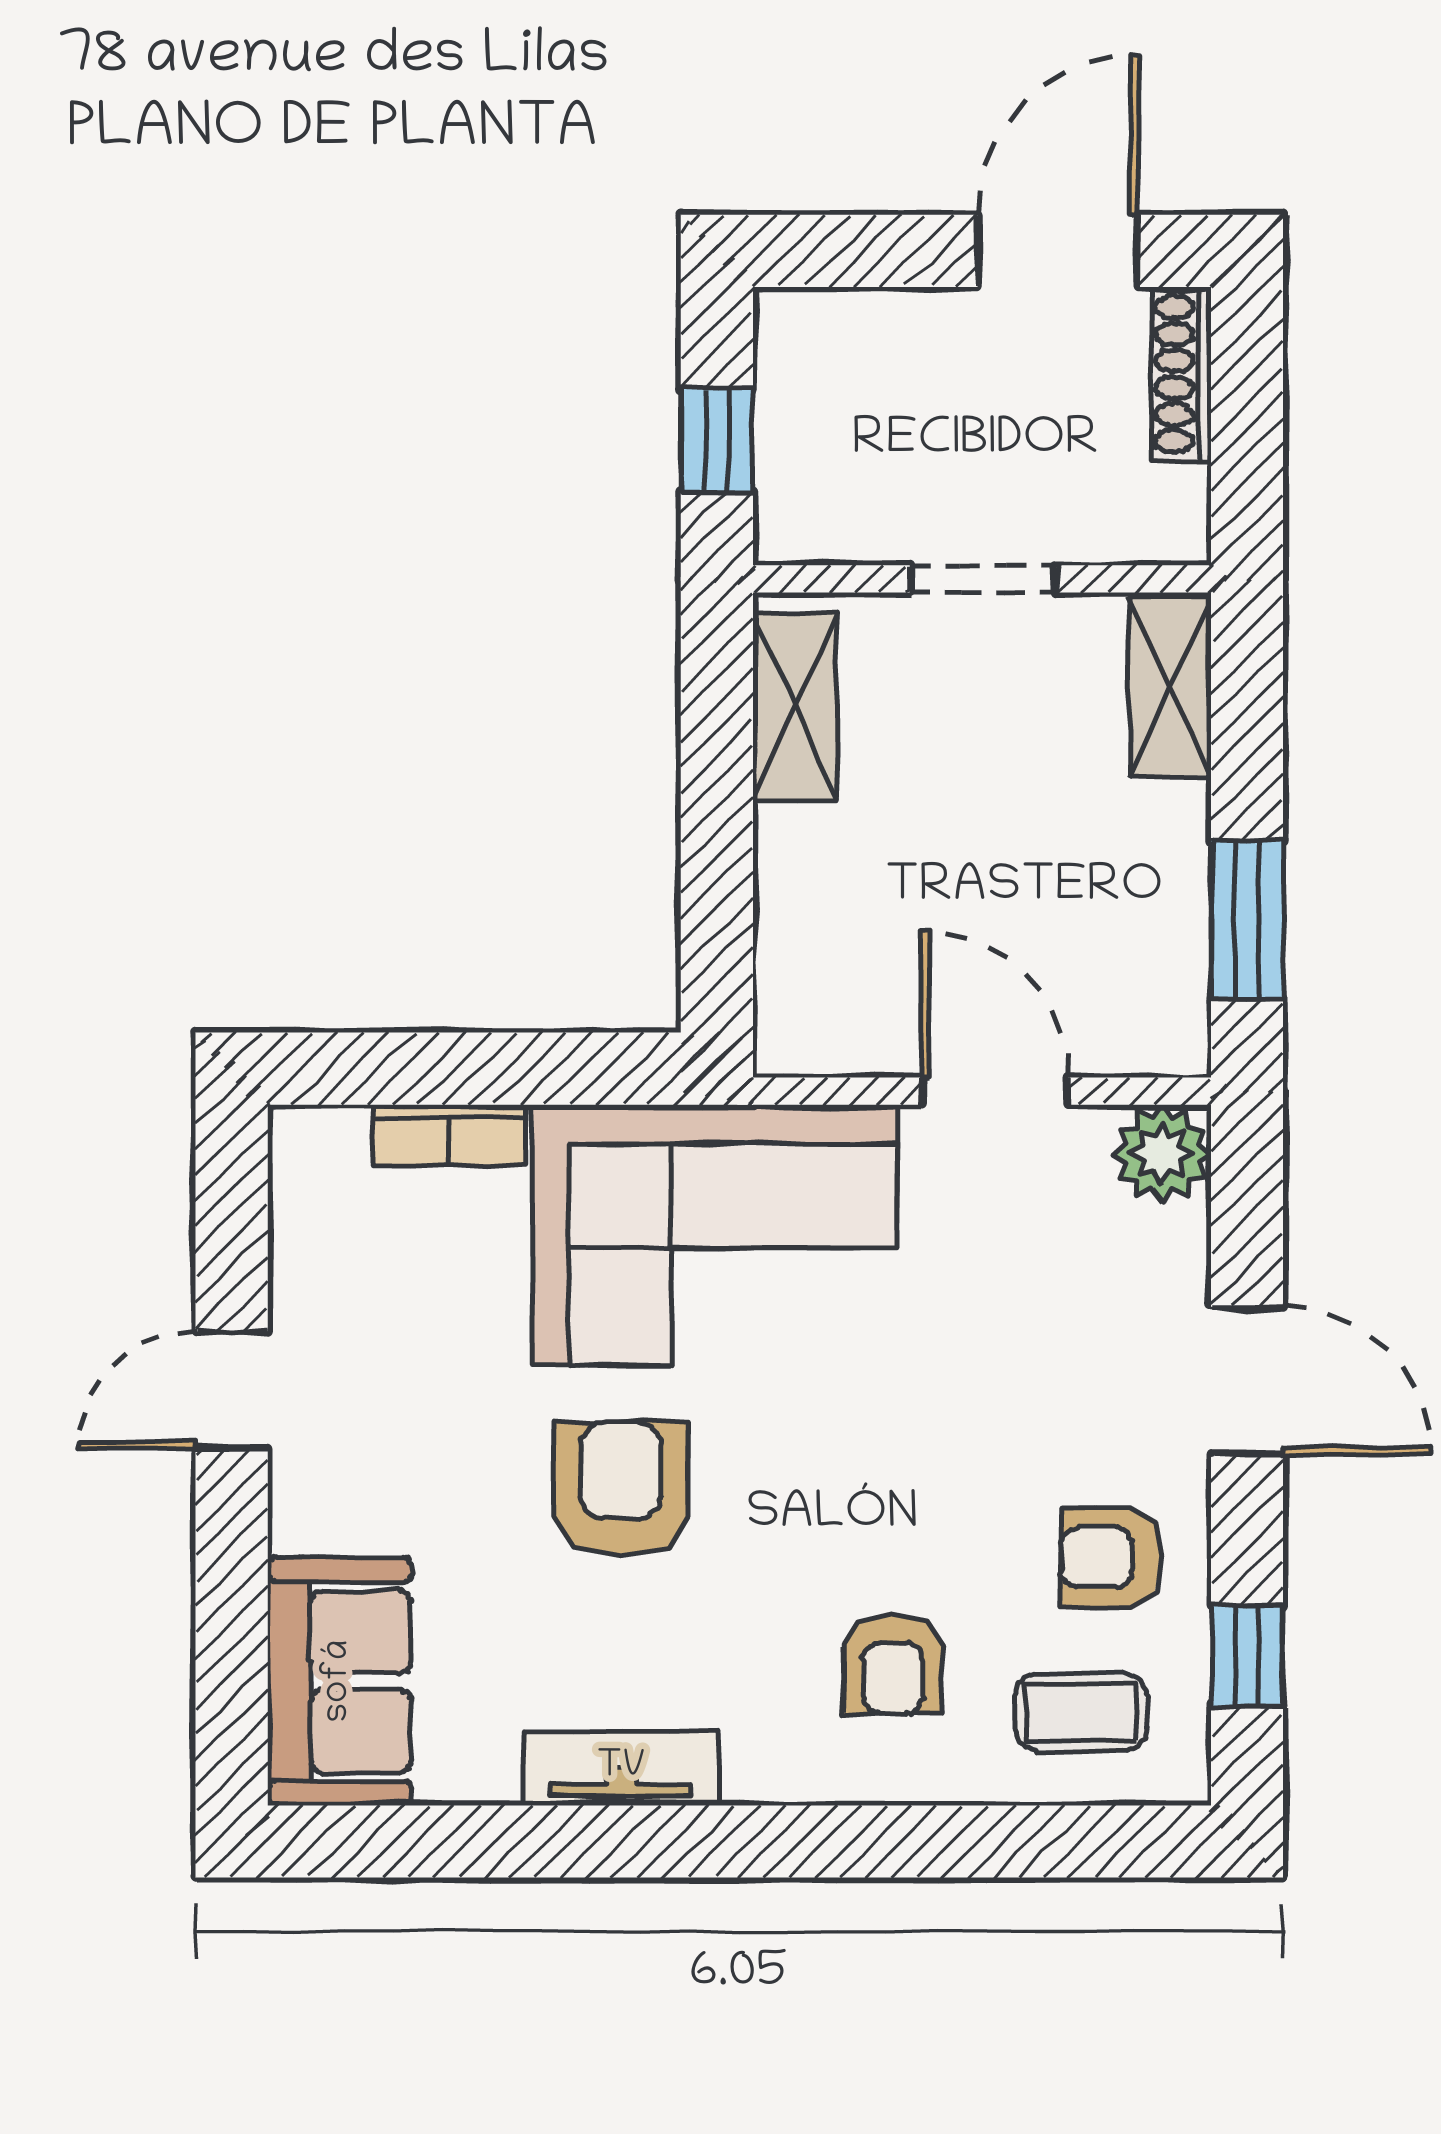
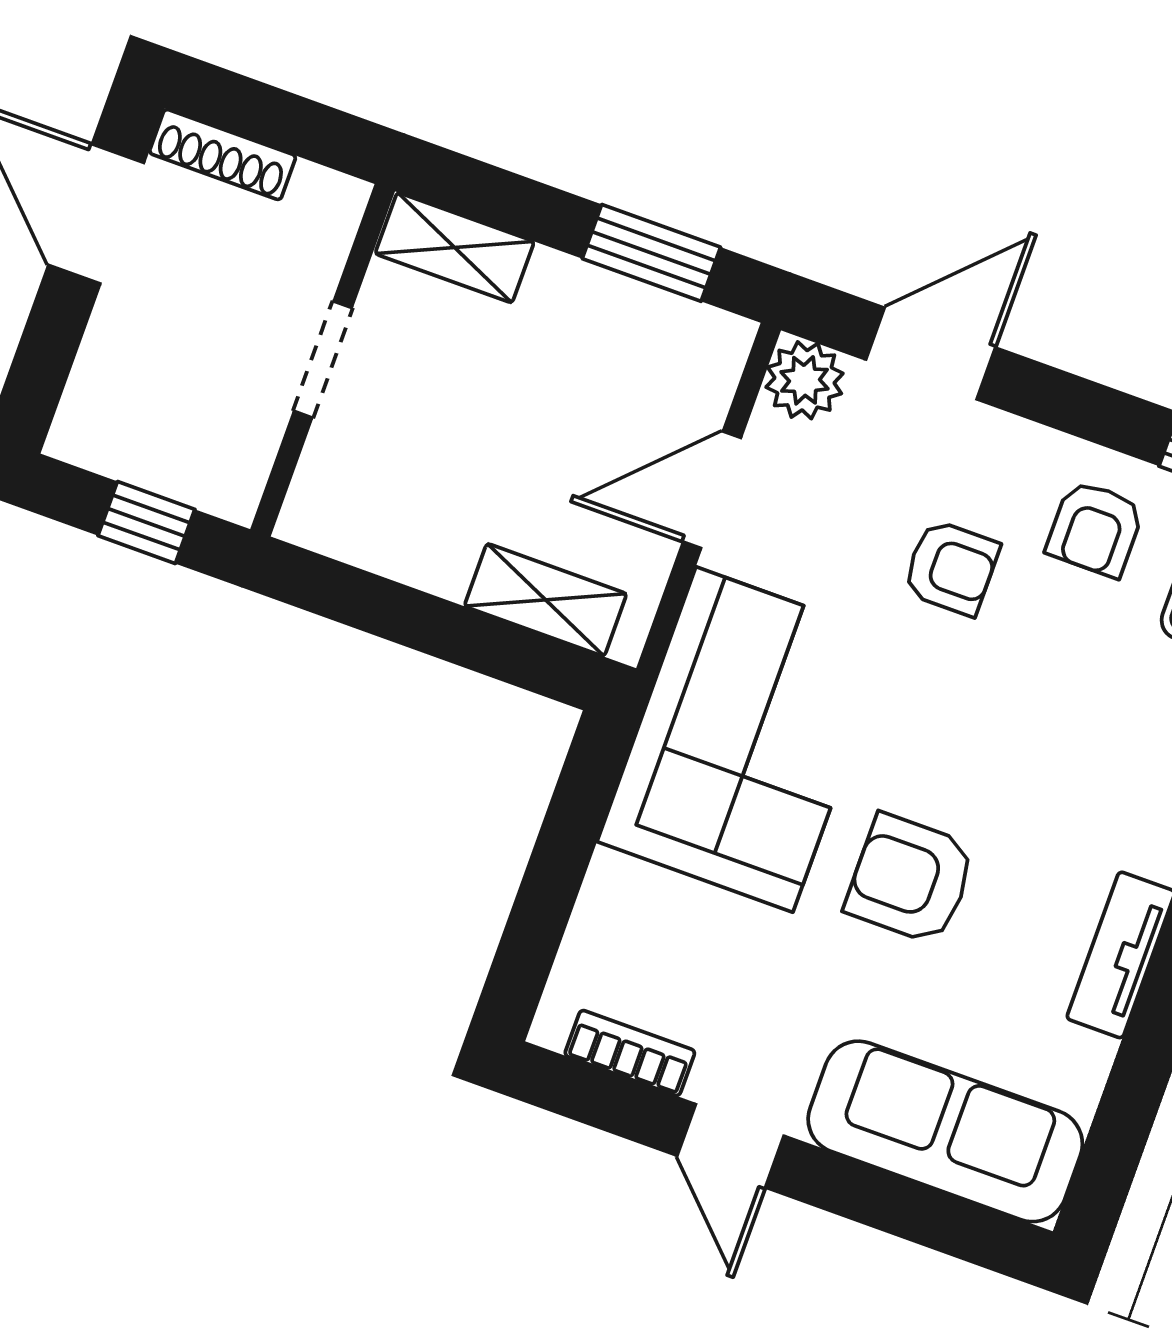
shelving: (795, 707) -> (546, 600), moved
bookcase: (449, 1135) -> (630, 1053), moved, turned -90
door: (1247, 1381) -> (931, 353), moved
armchair: (892, 1665) -> (951, 568), moved
sofa: (339, 1681) -> (945, 1131), width x1.36

